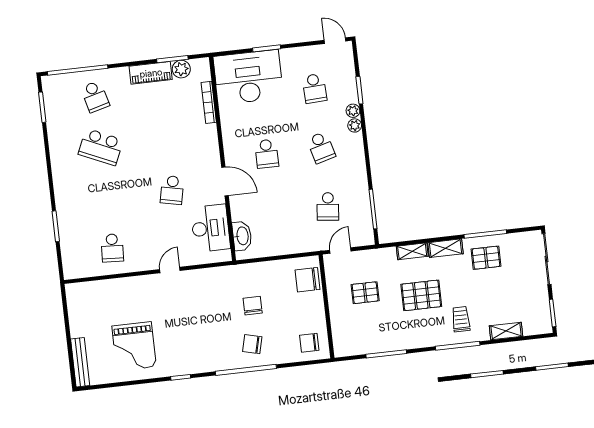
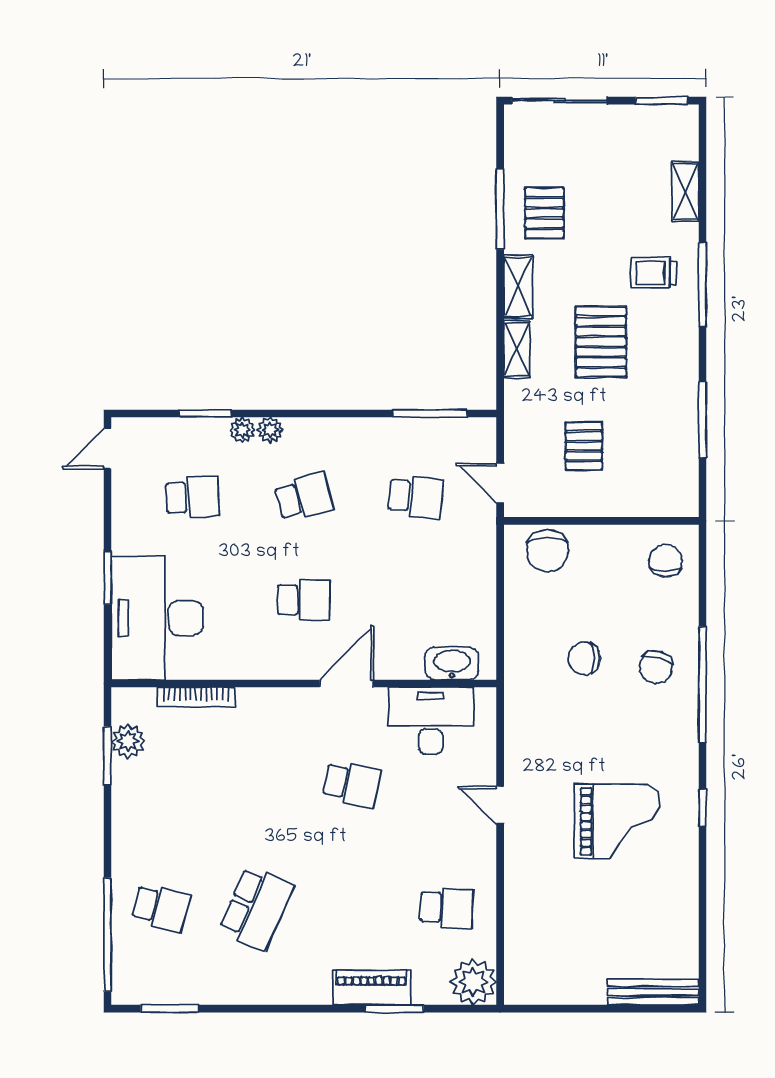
piano: (151, 73) -> (371, 988), moved, turned -90
school desk: (95, 97) -> (161, 908), turned 30
plant: (75, 266) -> (473, 982), added
chair: (309, 343) -> (665, 561), turned 180
grand piano: (134, 346) -> (617, 821), moved

